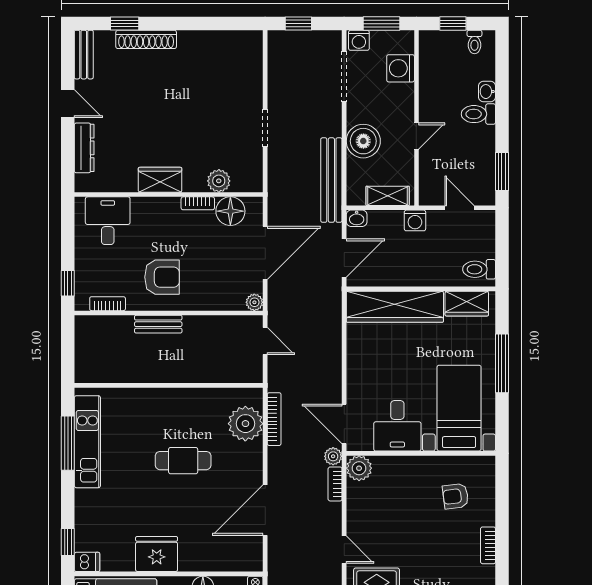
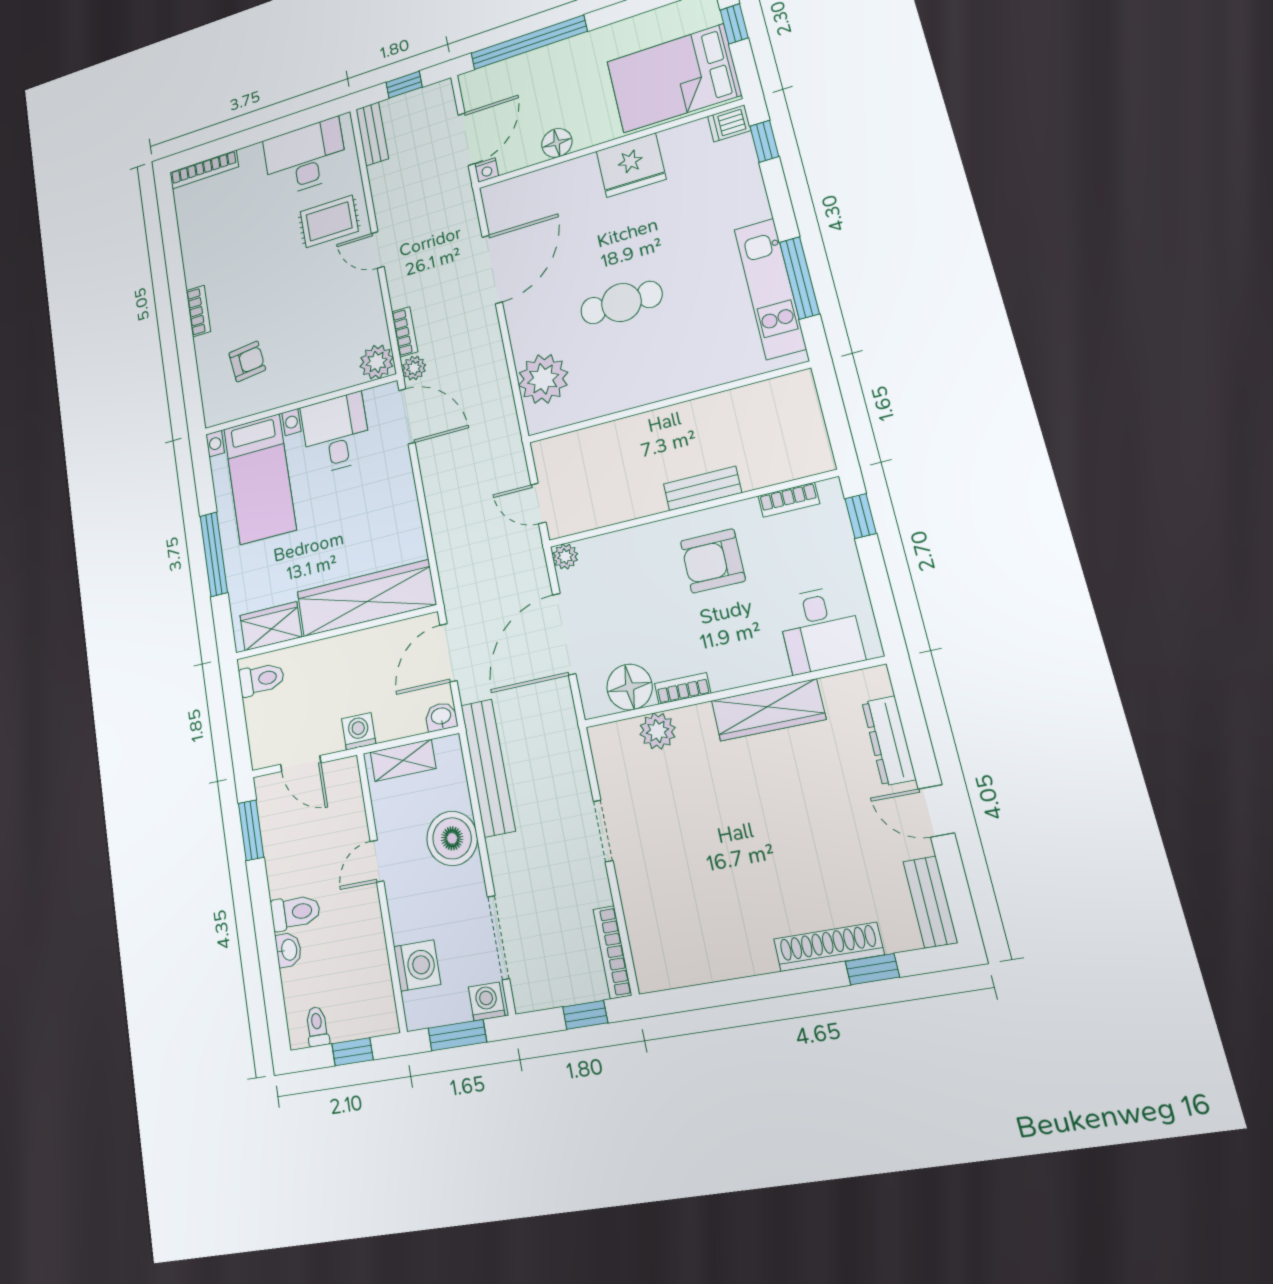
wardrobe: (160, 180) -> (768, 710), width x1.50
bookcase: (274, 419) -> (612, 952), moved

